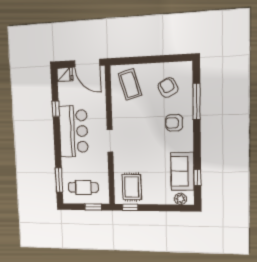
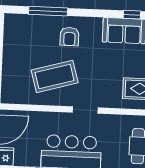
coffee table: (130, 84) -> (55, 76), moved, width x1.36, depth x1.32
armchair: (168, 88) -> (30, 41), removed

